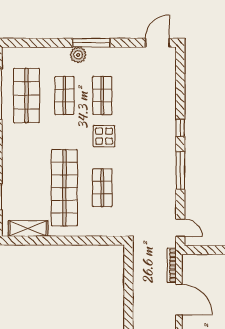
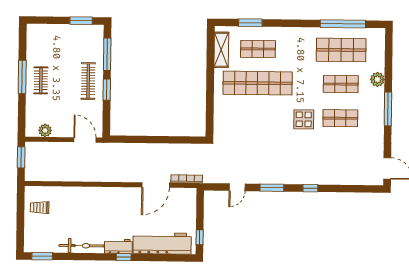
plant: (78, 55) -> (377, 79), moved
window: (180, 170) -> (272, 188), width x0.69
shop shelf: (102, 188) -> (258, 49), moved
door: (180, 228) -> (237, 187), moved

